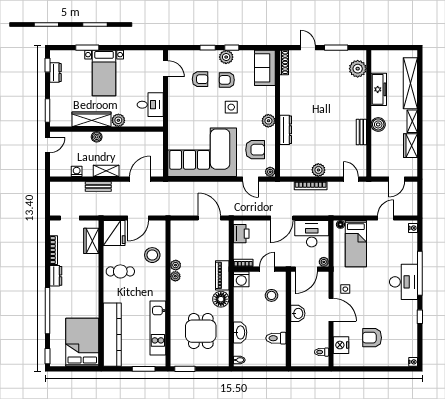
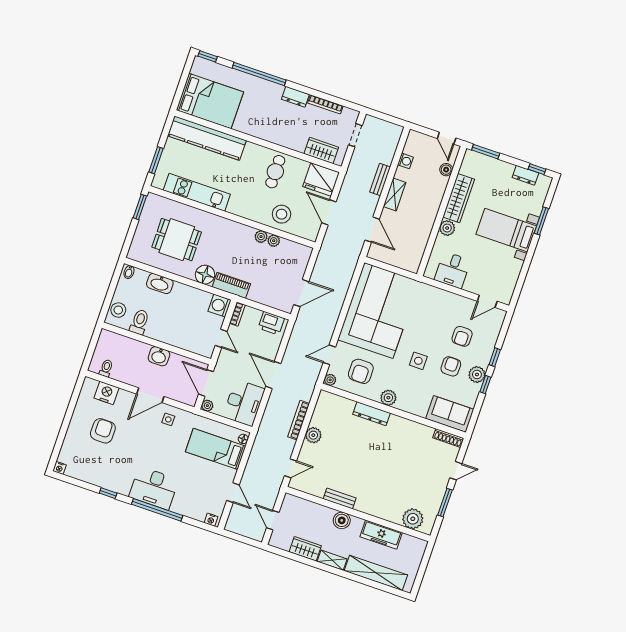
boiler: (97, 137) -> (446, 170), moved
plant: (175, 276) -> (274, 241), moved
stool: (271, 295) -> (118, 310), moved

